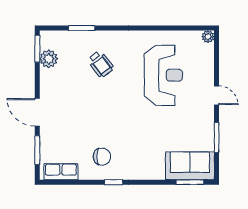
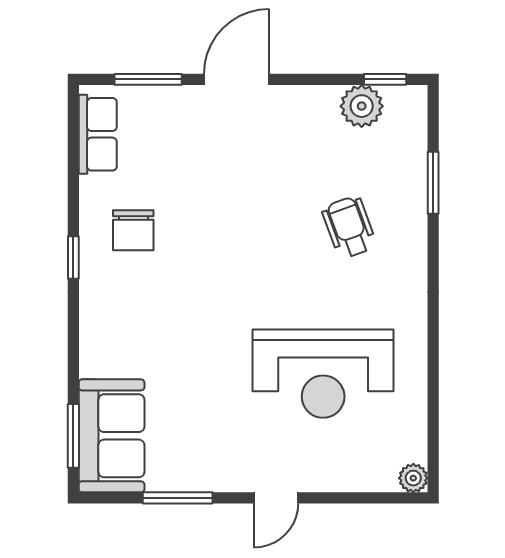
window: (37, 49) -> (385, 79), width x0.67
wheelchair: (101, 64) -> (349, 227), turned 108

